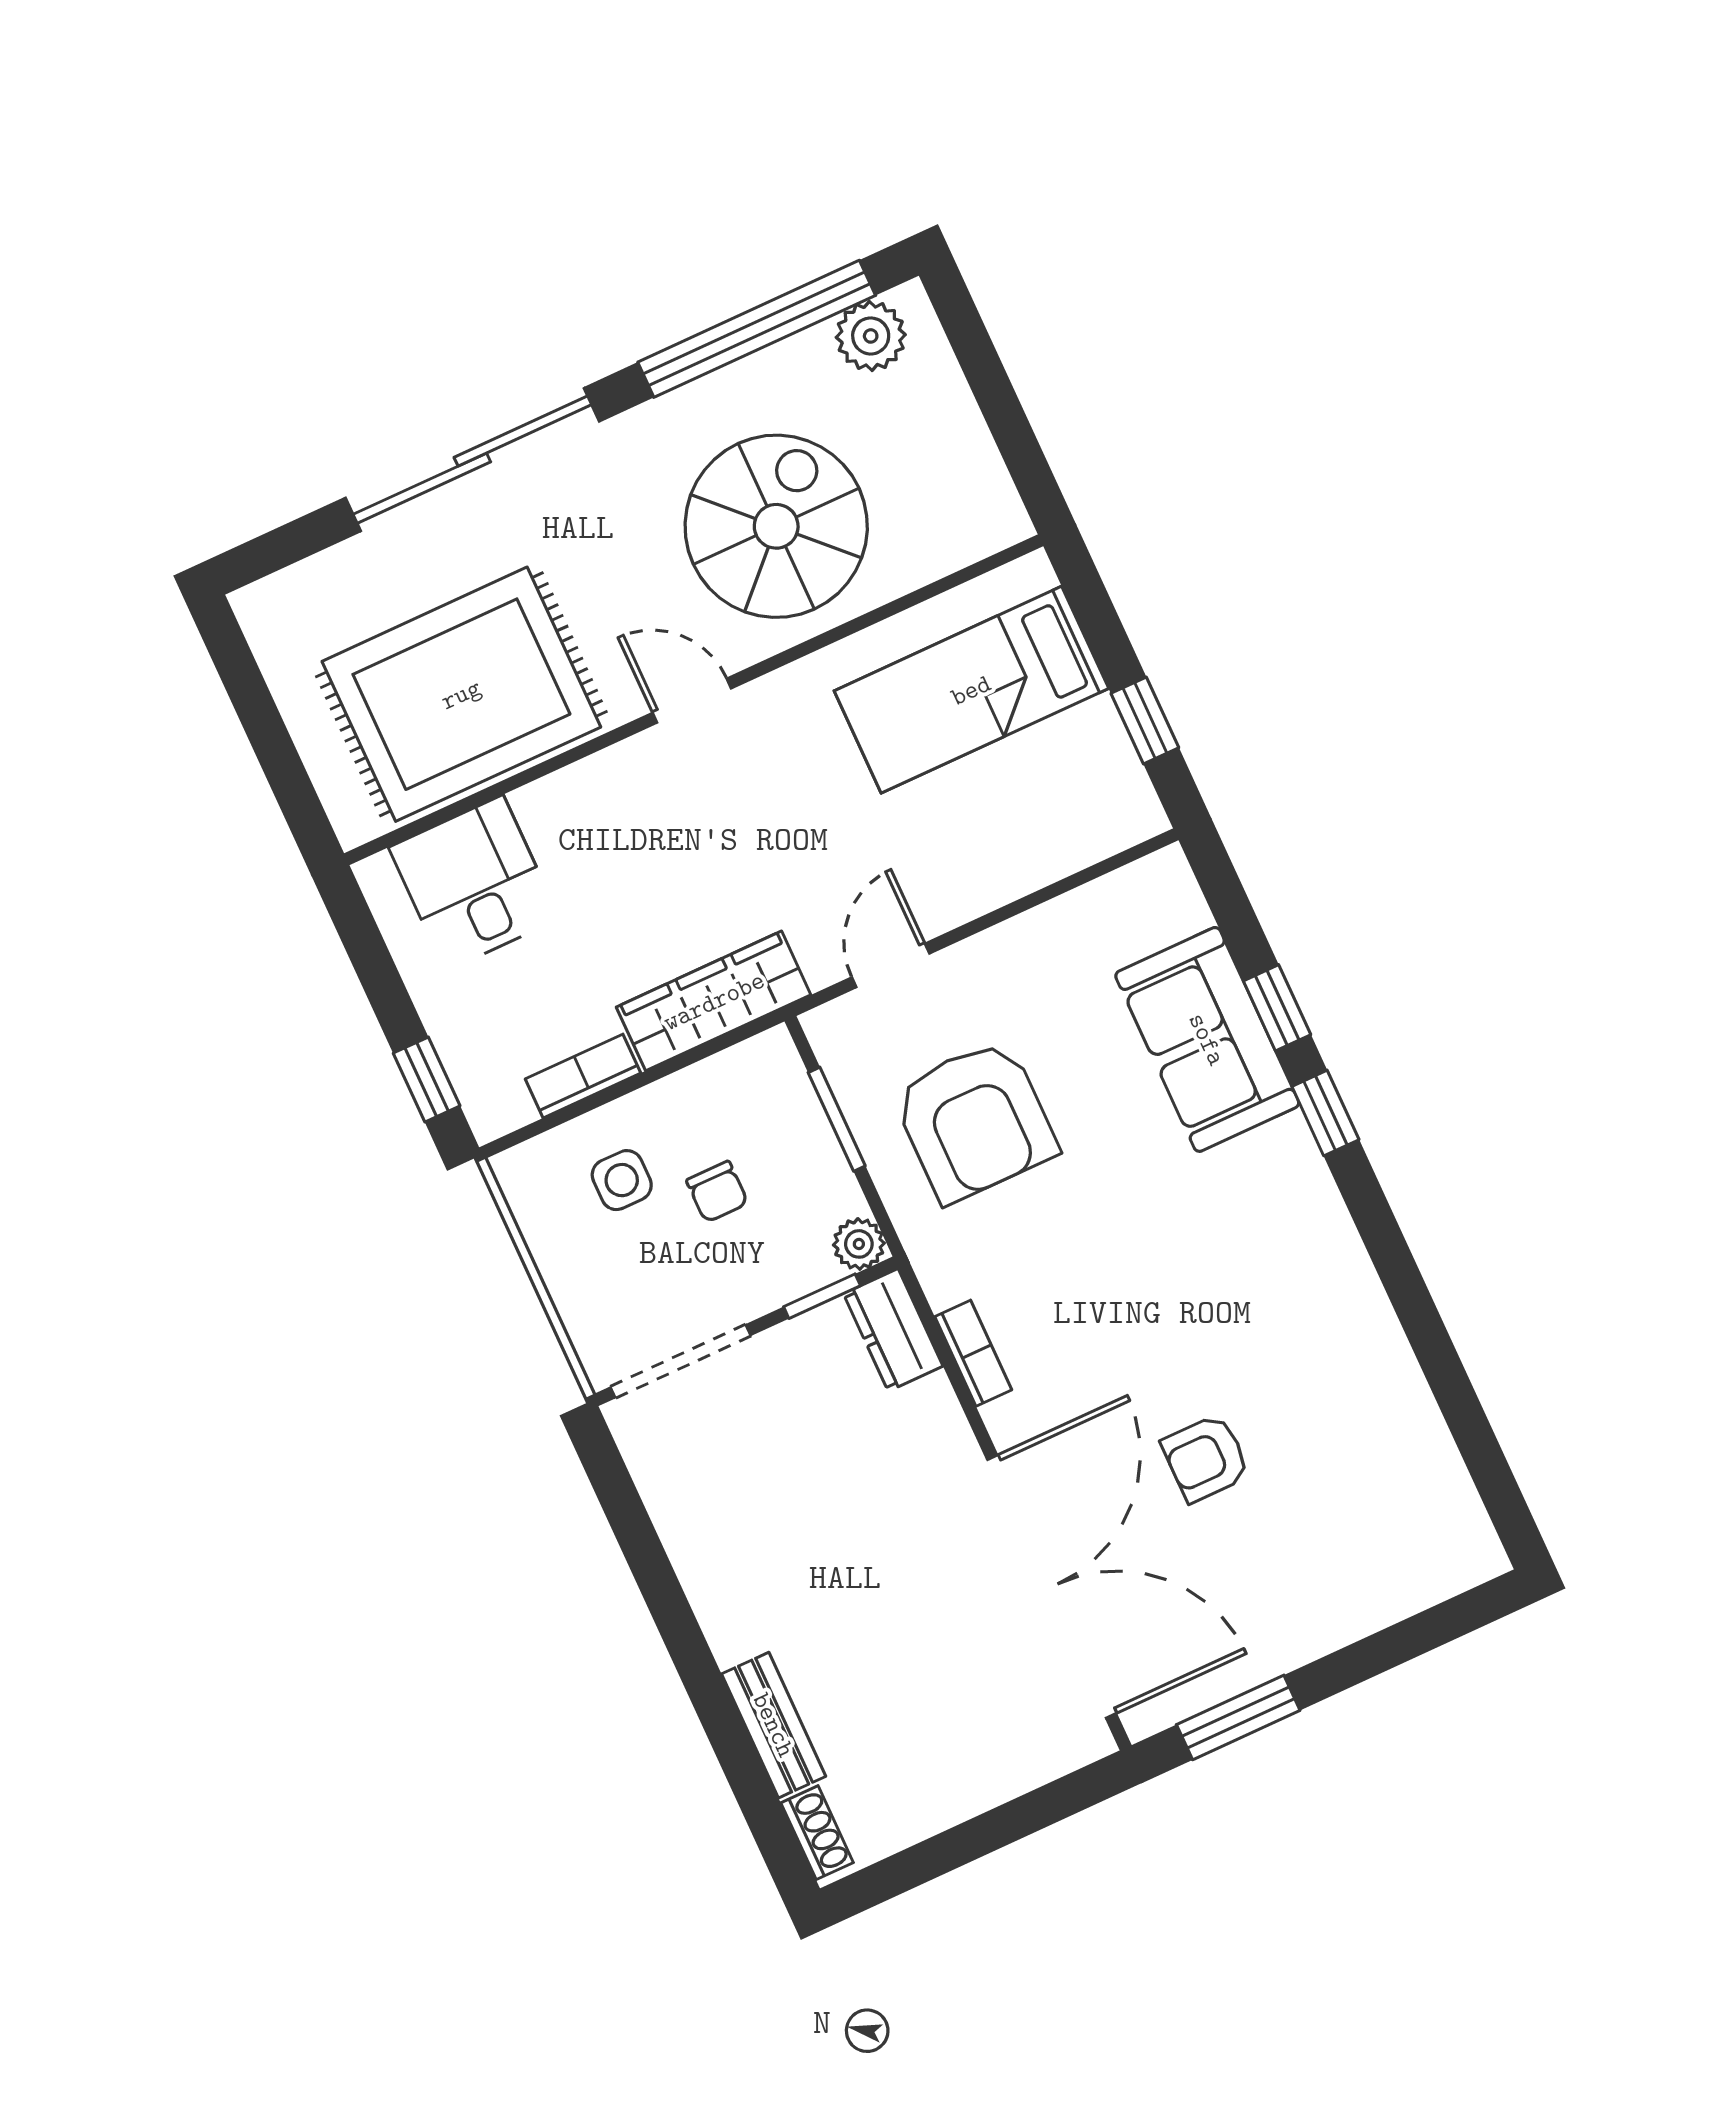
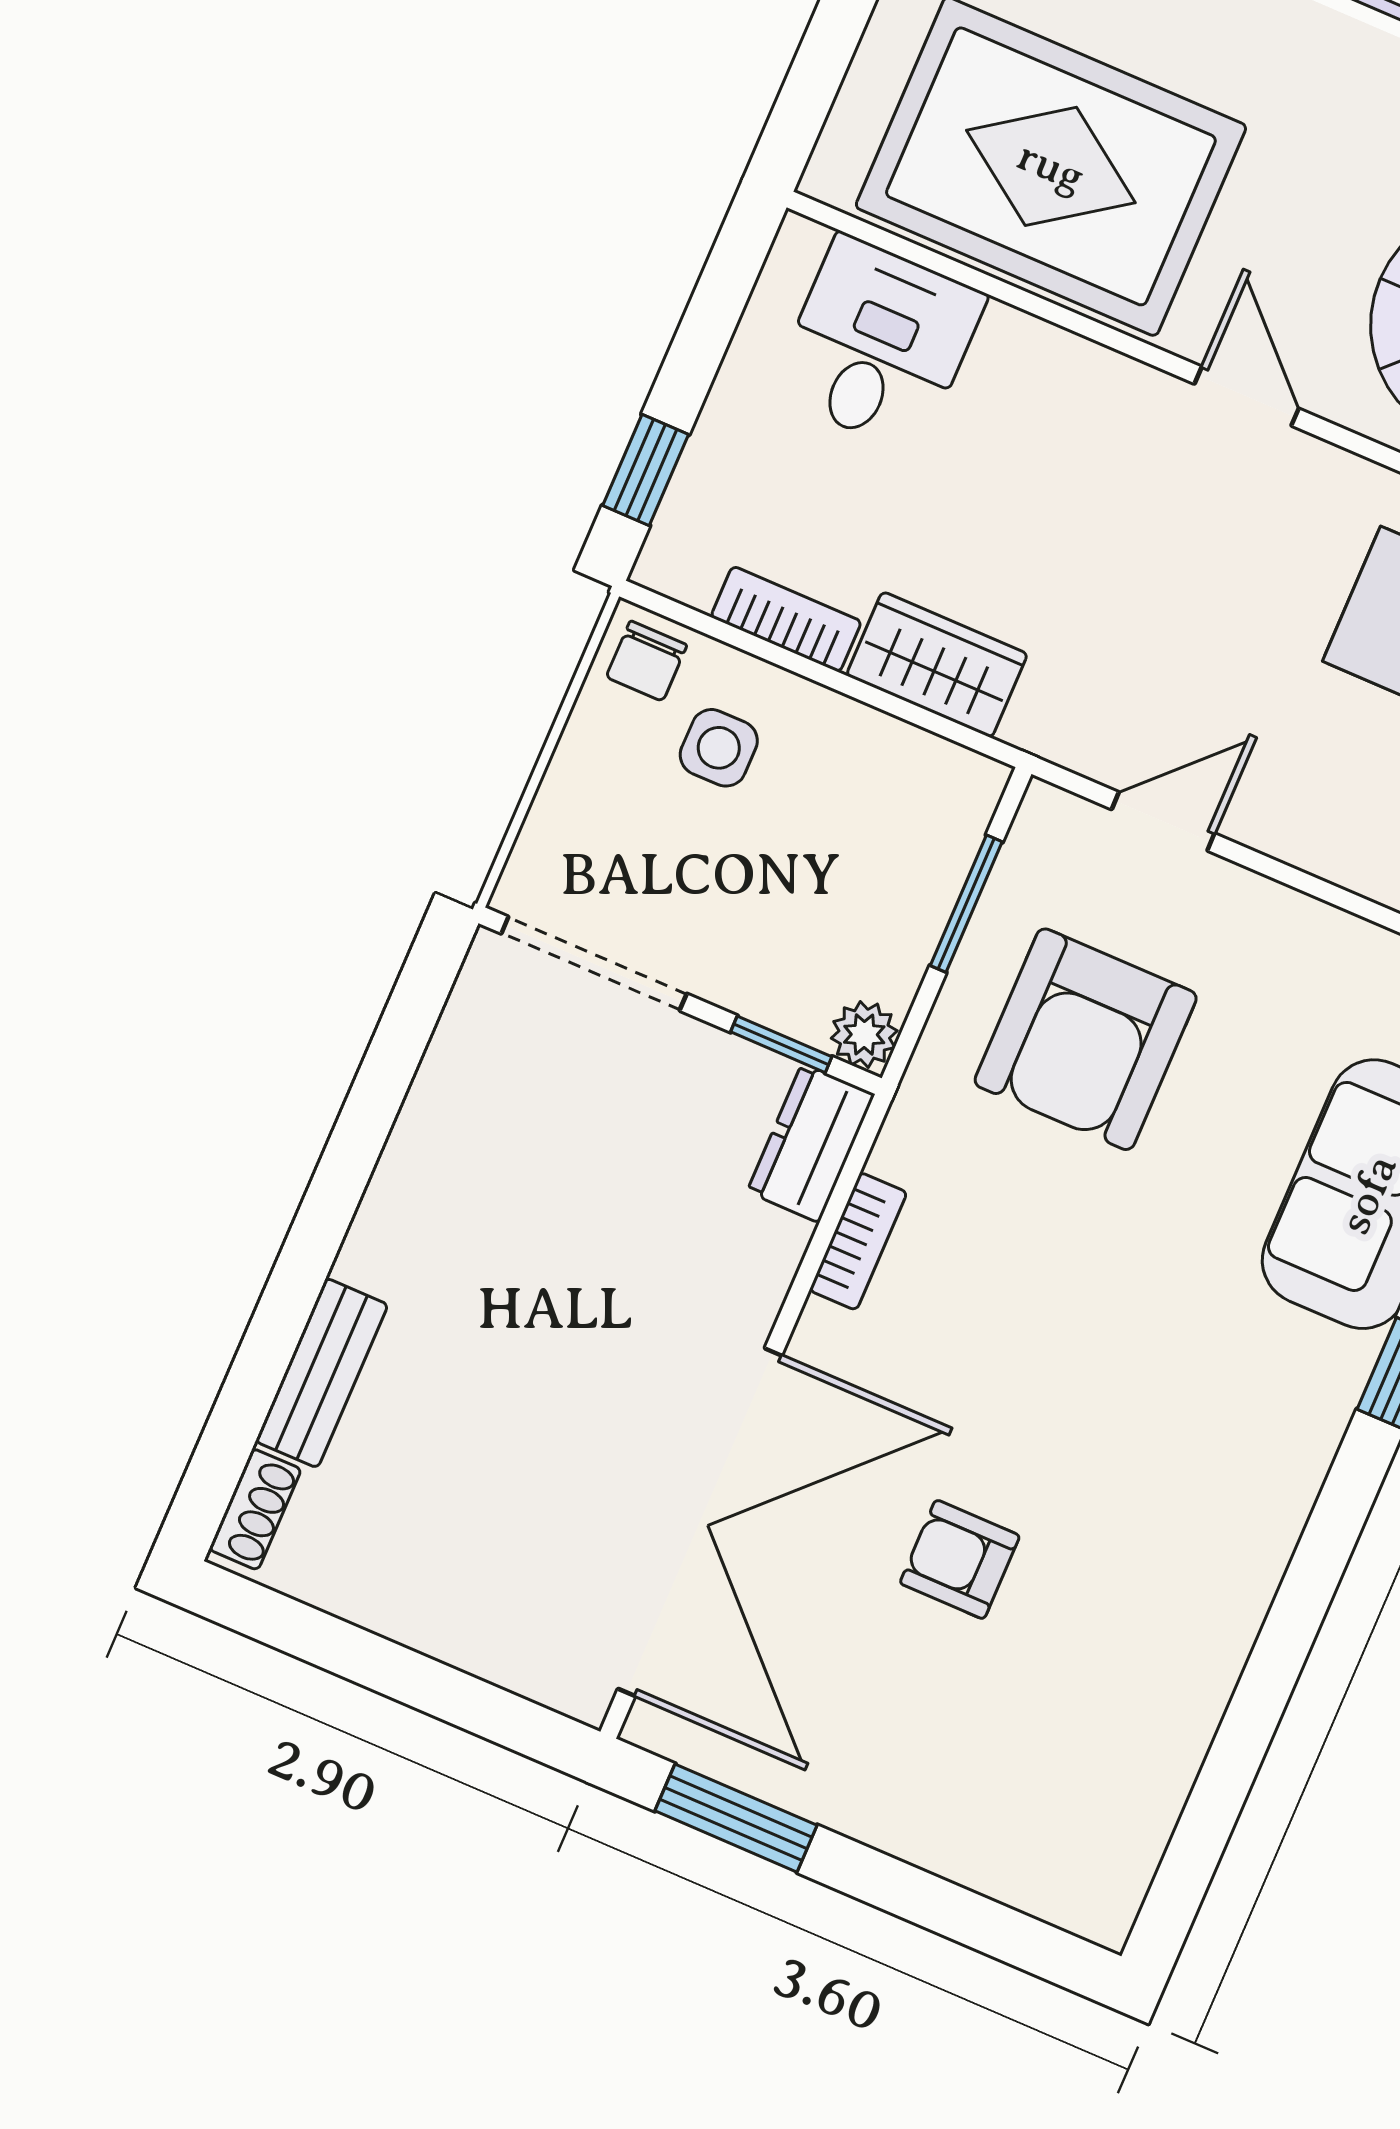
wardrobe: (714, 1001) -> (937, 665), width x0.67
chair: (717, 1192) -> (646, 661), moved

